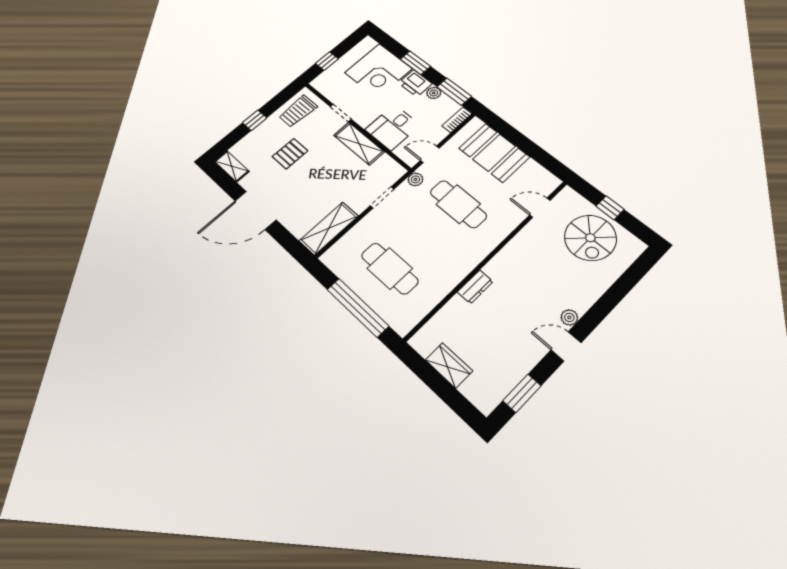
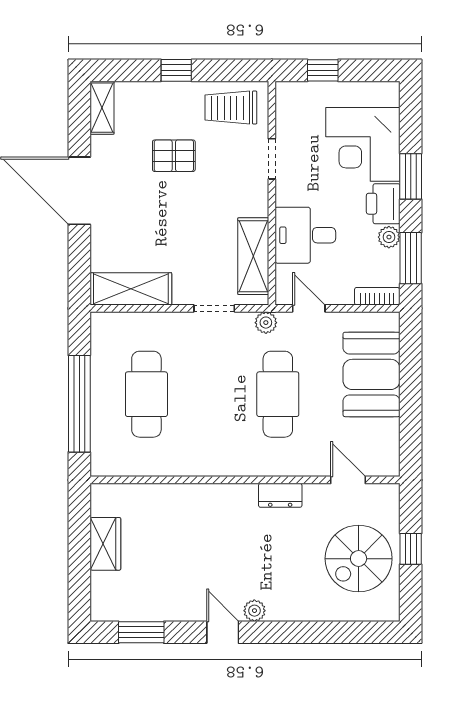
shelving: (359, 143) -> (253, 256), moved
dresser: (475, 287) -> (280, 495), moved

